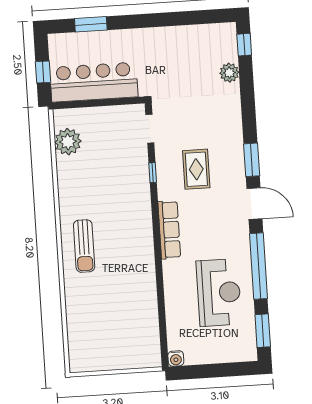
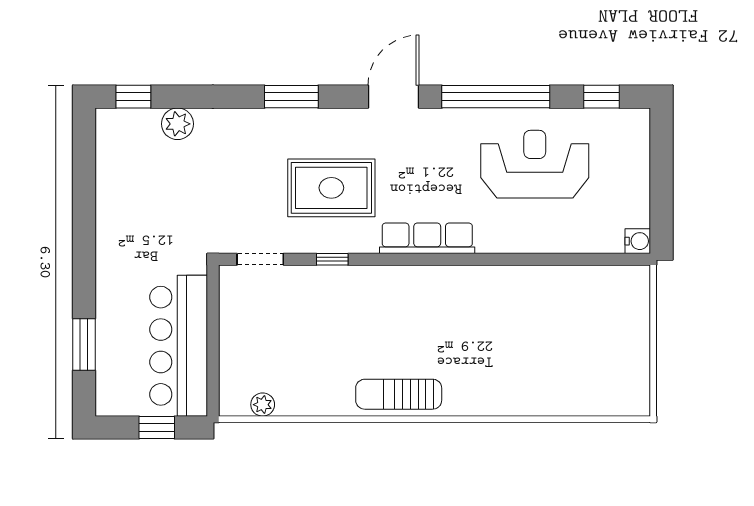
plant: (68, 142) -> (263, 405), width x0.53, depth x0.53
window: (252, 160) -> (291, 97), moved
rug: (196, 169) -> (331, 188), width x1.36, depth x1.43
sun lounger: (84, 246) -> (399, 394), moved, turned 180
window: (263, 331) -> (602, 97), width x0.67

